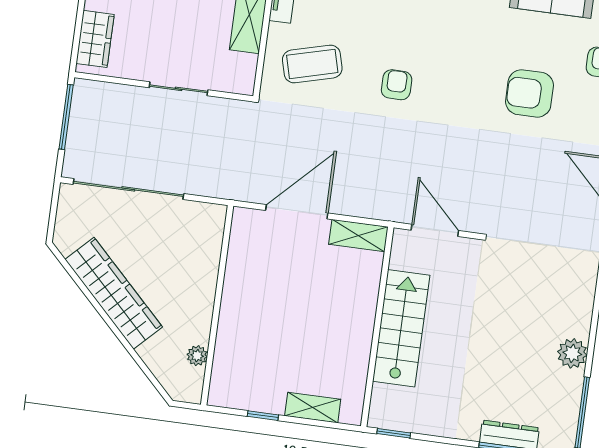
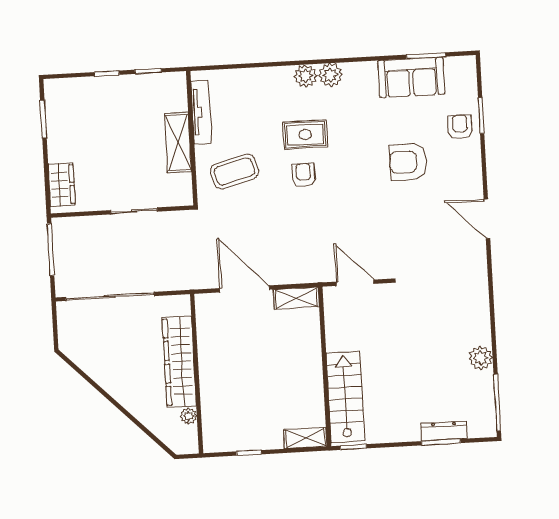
rug: (408, 35) -> (305, 134), added
door: (297, 212) -> (245, 289), hinge flipped
wardrobe: (114, 293) -> (179, 362), moved, turned -135
stairs: (401, 328) -> (345, 397), moved
shelving: (313, 408) -> (305, 438), moved

